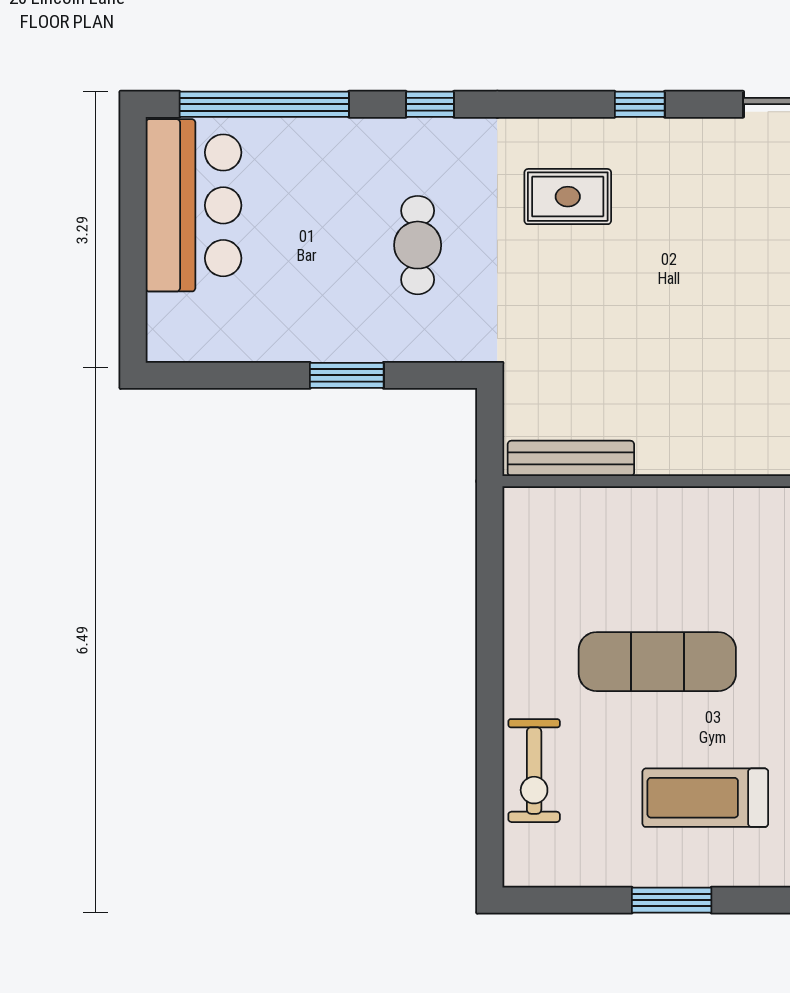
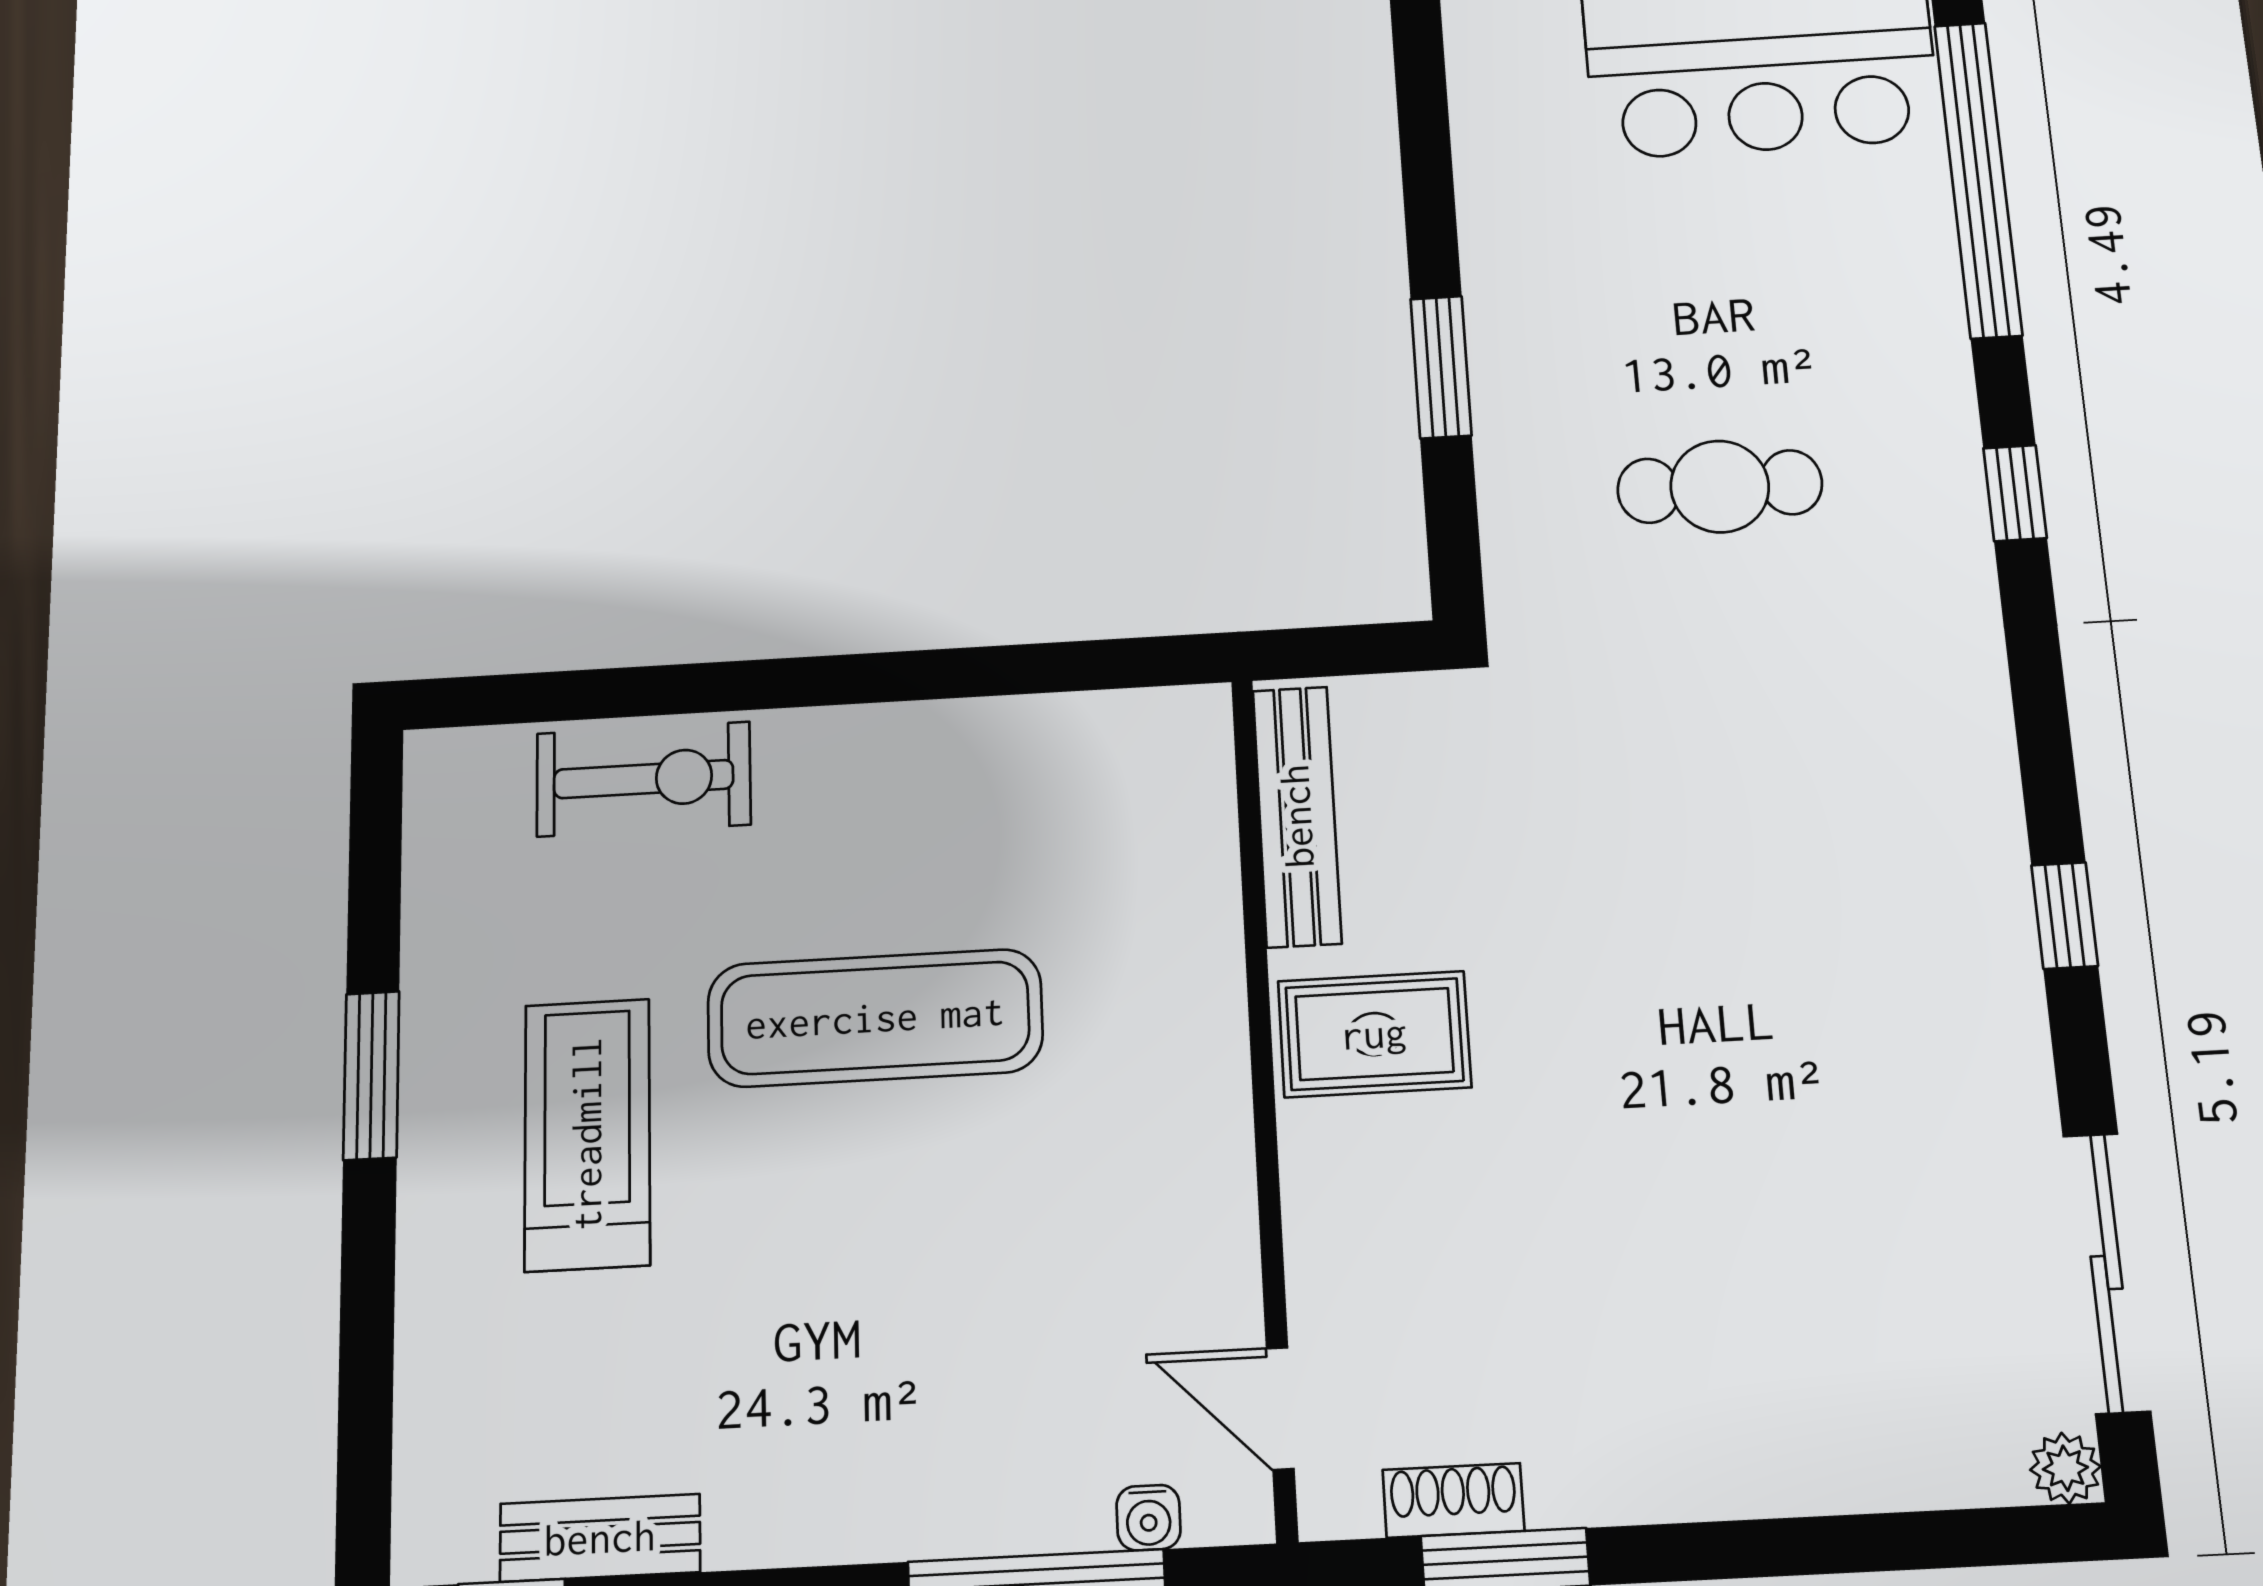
rug: (568, 197) -> (1374, 1034), moved, turned 90
exercise mat: (657, 662) -> (875, 1018), turned 90
exercise bike: (534, 771) -> (644, 779), turned 180

